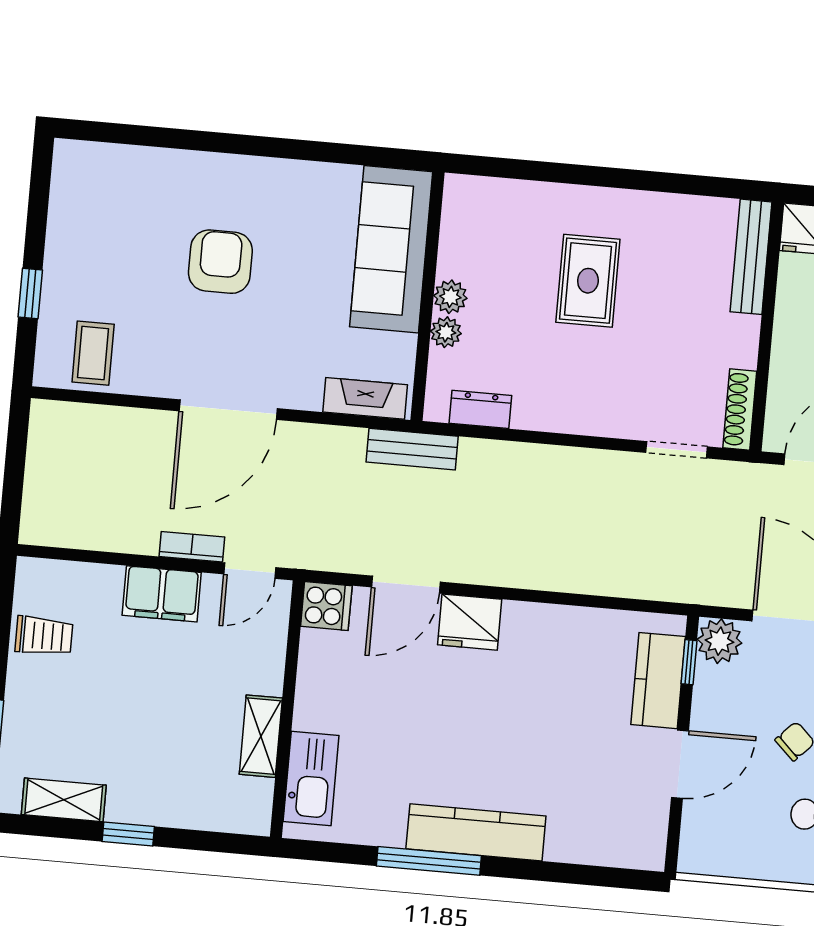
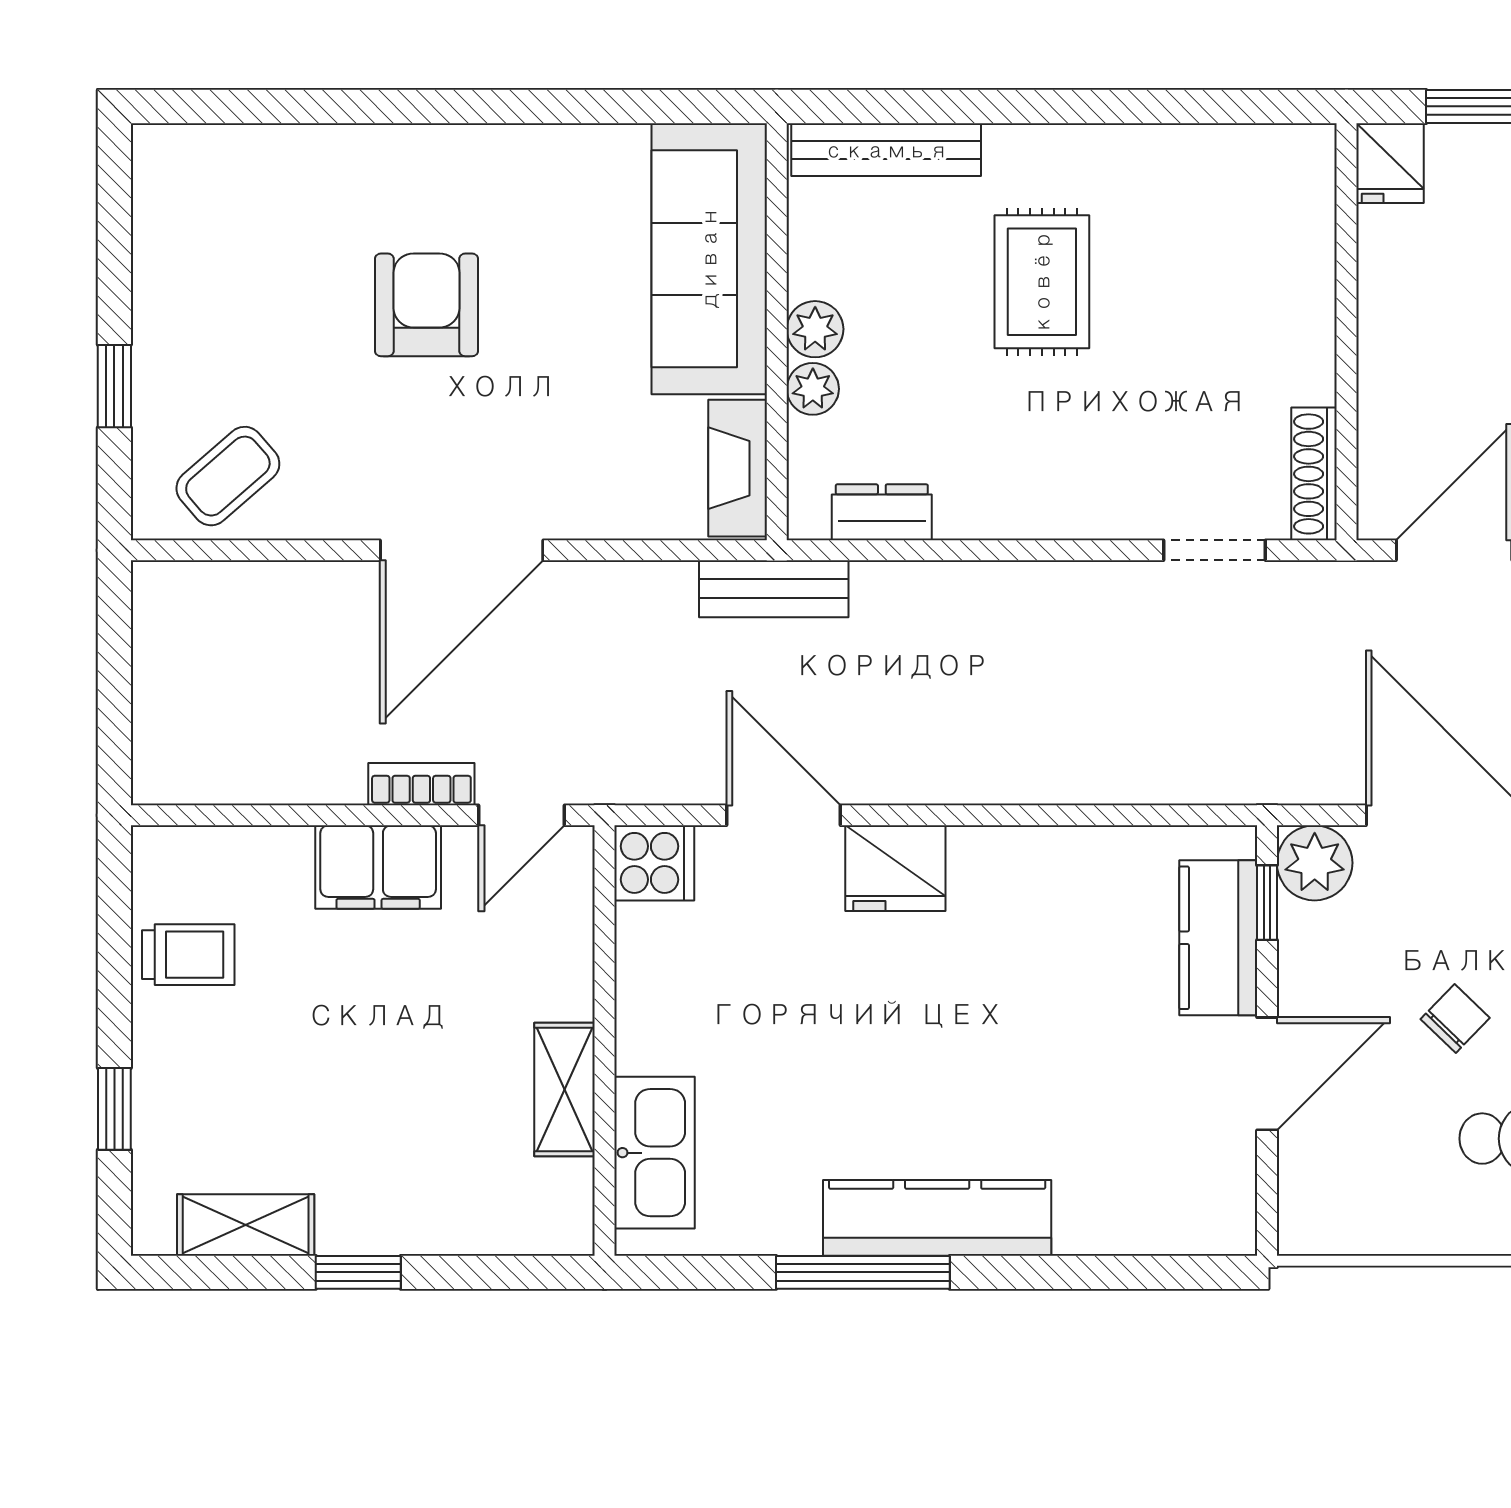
bench: (751, 257) -> (886, 150), moved, turned 90
coffee table: (93, 353) -> (228, 476), turned 49
fireplace: (365, 398) -> (738, 468), moved, turned -90
door: (406, 585) -> (784, 815), swing flipped

